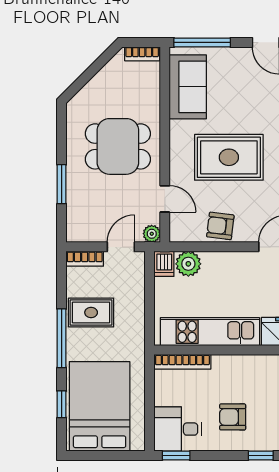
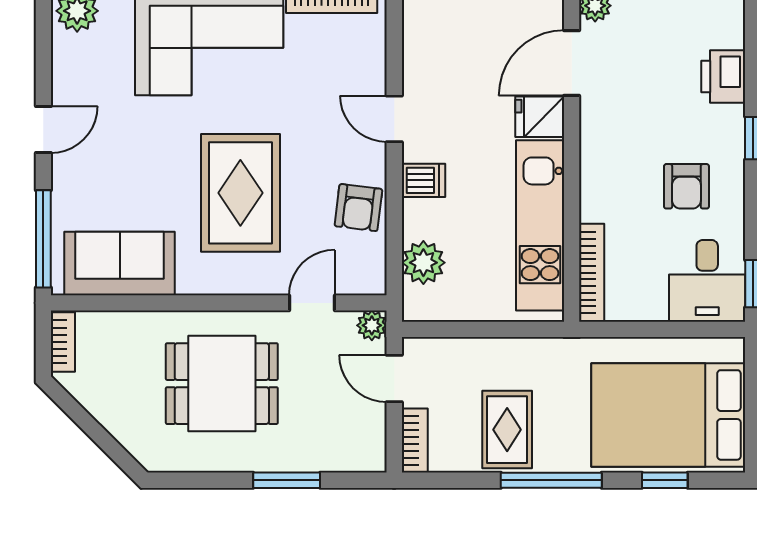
dining table: (118, 146) -> (222, 384), turned 90
dishwasher: (164, 264) -> (423, 180), moved

